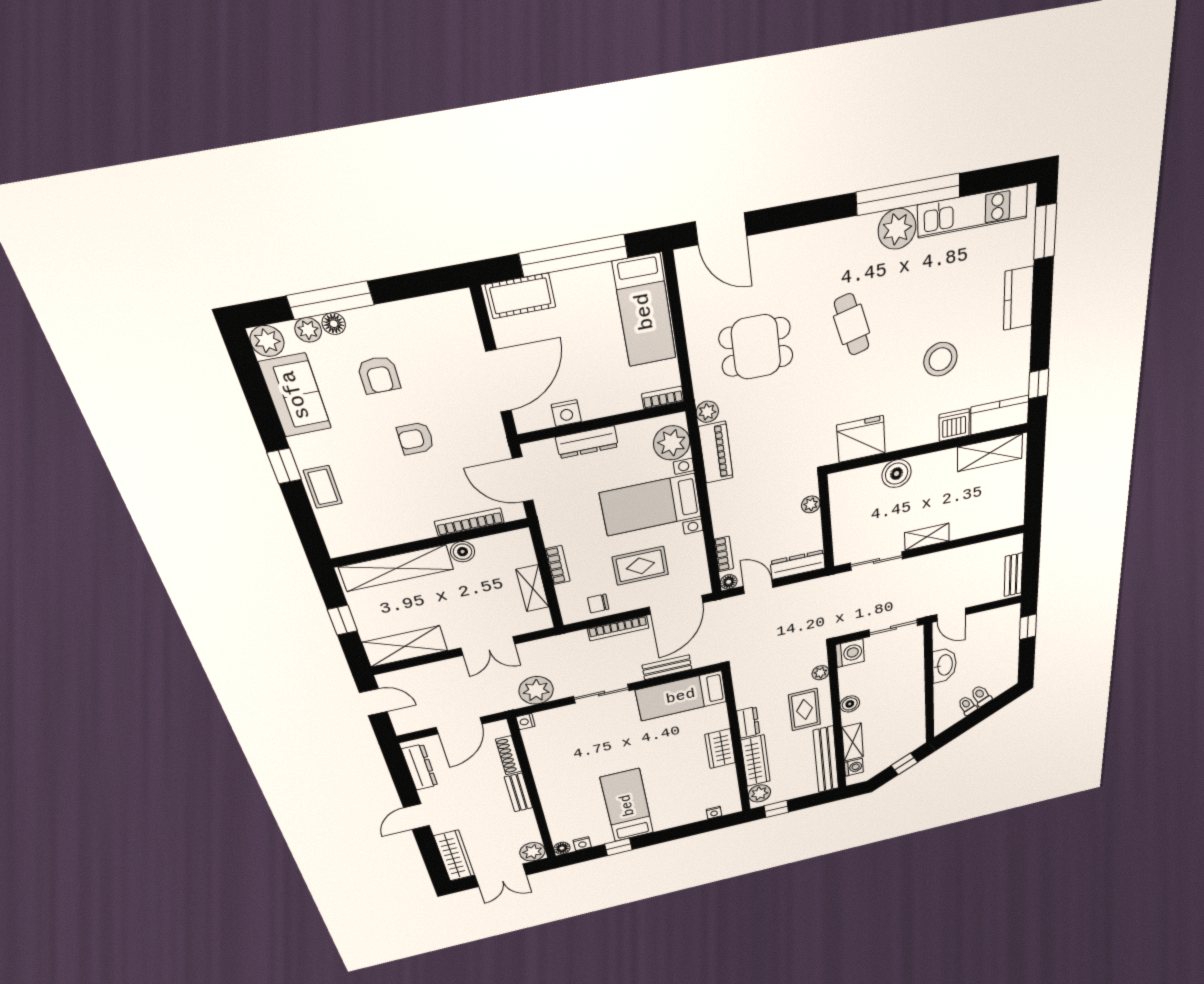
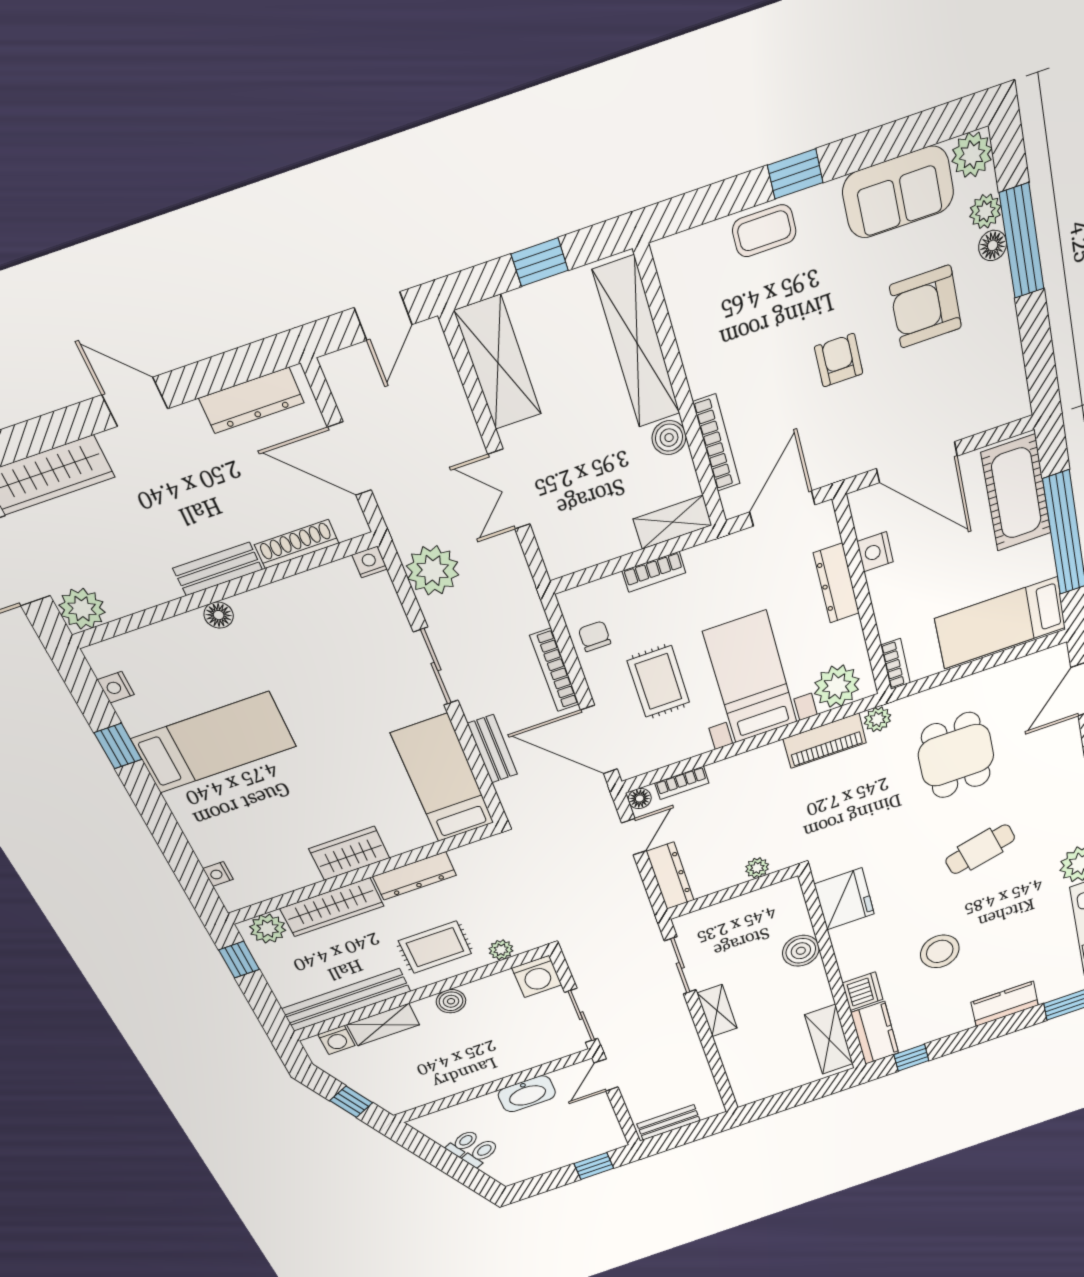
cot: (521, 296) -> (1016, 493), width x1.37, depth x1.34
armchair: (379, 375) -> (926, 307), width x1.38, depth x1.38
shelving: (532, 588) -> (673, 522), moved
dresser: (748, 722) -> (415, 876), width x1.44
floor lamp: (562, 848) -> (219, 615), moved

